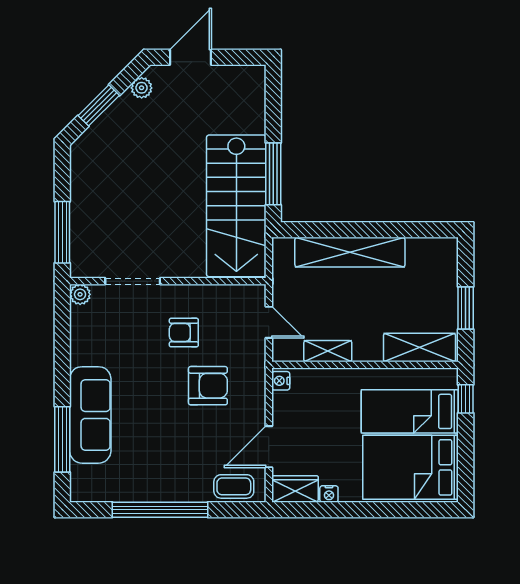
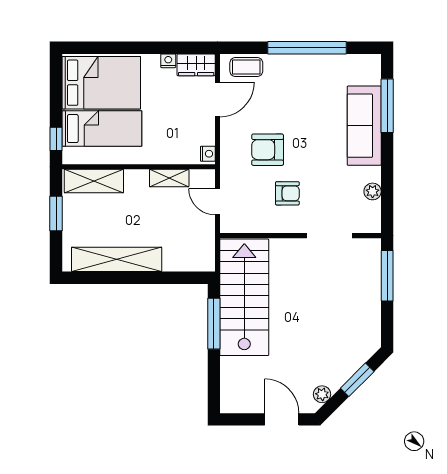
door: (191, 57) -> (282, 419), swing flipped
shelving: (350, 252) -> (117, 259), moved
plant: (80, 294) -> (373, 191), moved

